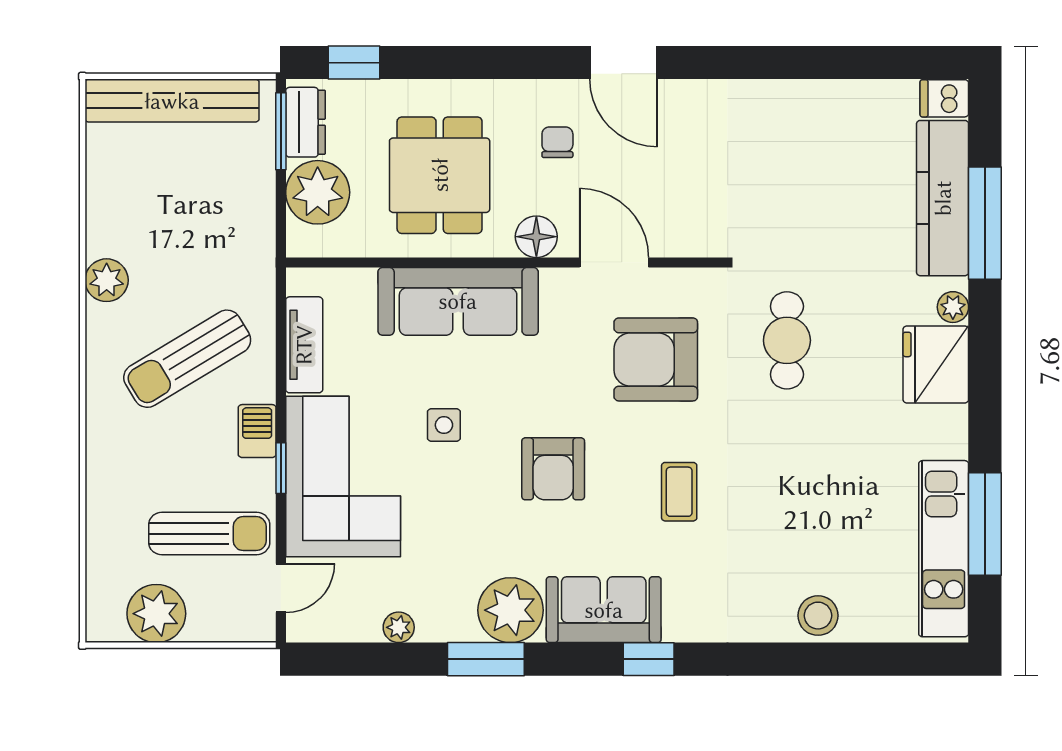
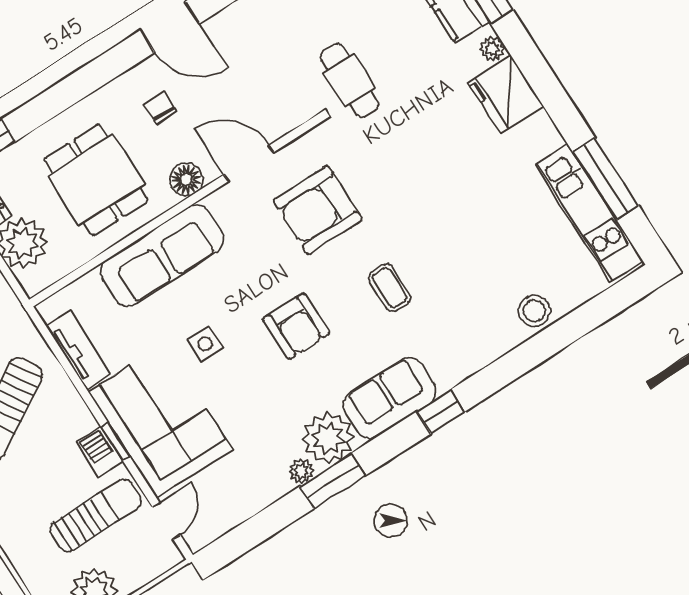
cafe table: (787, 340) -> (349, 80), moved
barbecue: (257, 431) -> (100, 452), moved
plant: (399, 627) -> (301, 471), moved

